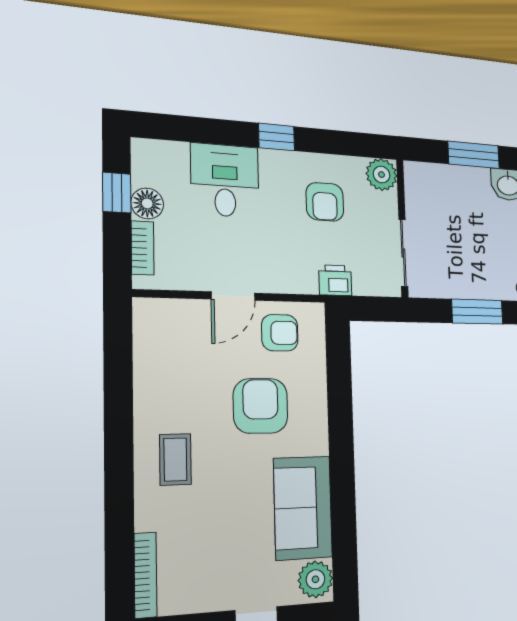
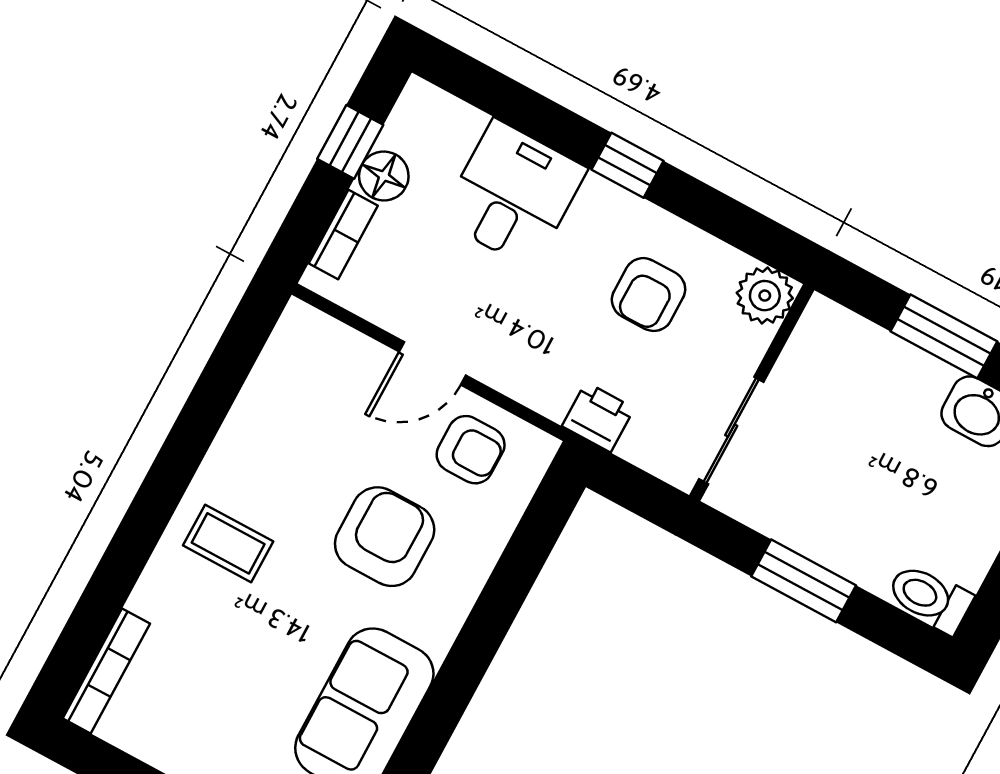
coffee table: (175, 459) -> (228, 543), turned 90

